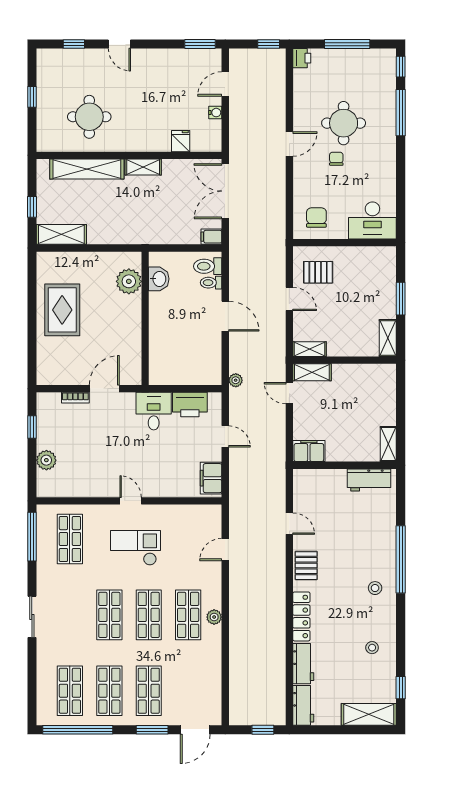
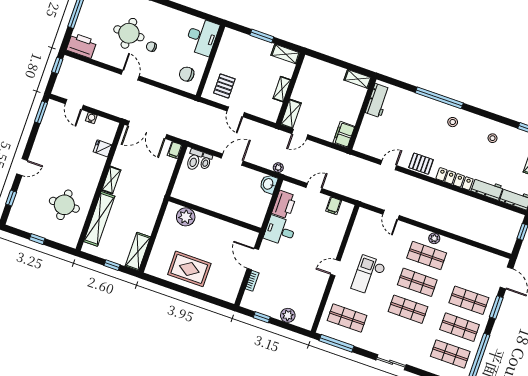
printer: (302, 58) -> (82, 45), width x1.87, depth x1.48
washbasin: (159, 279) -> (269, 184), moved, turned -90
door: (289, 299) -> (236, 112), swing flipped
shelving: (310, 349) -> (282, 89), moved
filing cabinet: (211, 478) -> (334, 206), width x0.50

